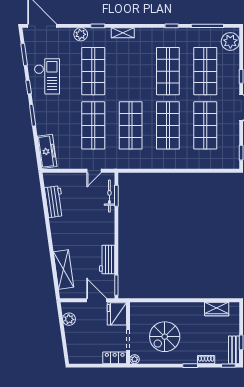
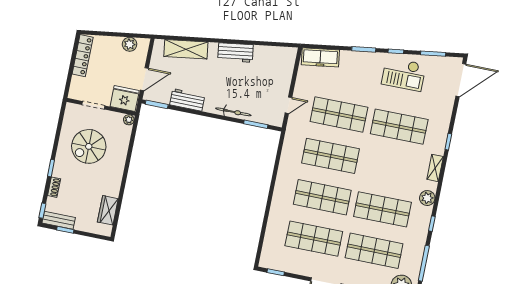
plant: (81, 34) -> (427, 198), moved
door: (94, 171) -> (288, 105), swing flipped
bicycle: (109, 196) -> (233, 112), moved
workbench: (54, 202) -> (236, 53), moved
spiral stairs: (165, 337) -> (89, 146), turned -90
locker: (115, 358) -> (83, 56), moved, width x1.53
plant: (135, 359) -> (129, 120), moved

